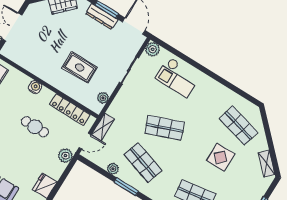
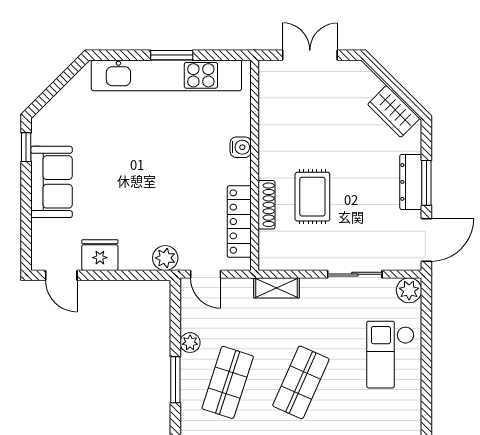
shoe rack: (70, 92) -> (266, 205), added
plant: (103, 98) -> (288, 261), removed
cafe table: (35, 127) -> (180, 184), removed
shelving: (103, 127) -> (276, 288), moved
shop shelf: (164, 128) -> (301, 382), turned 45

